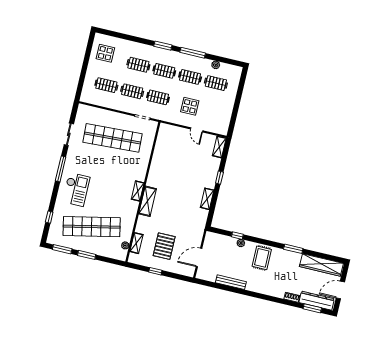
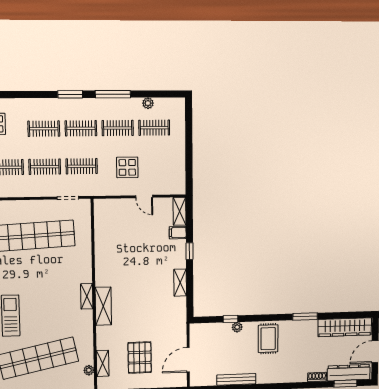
filing cabinet: (214, 162) -> (178, 233), added

